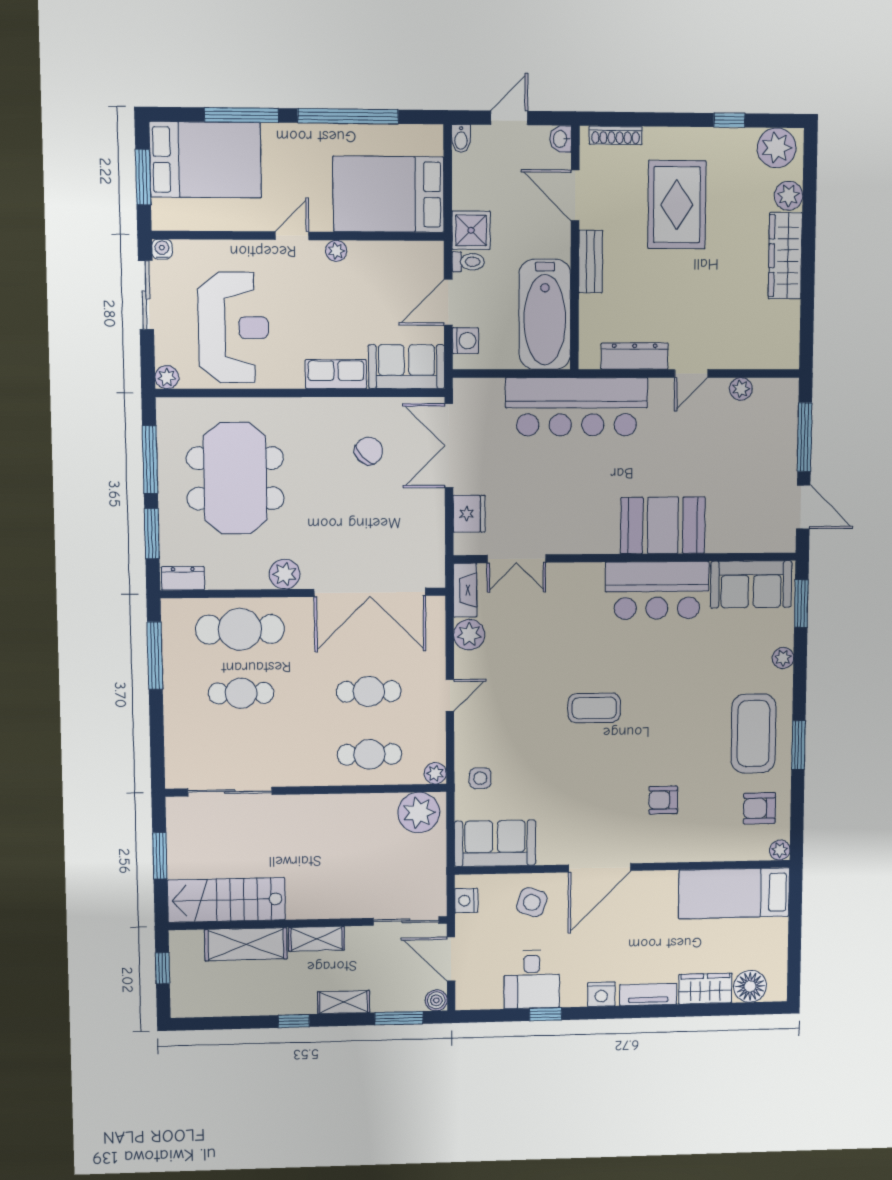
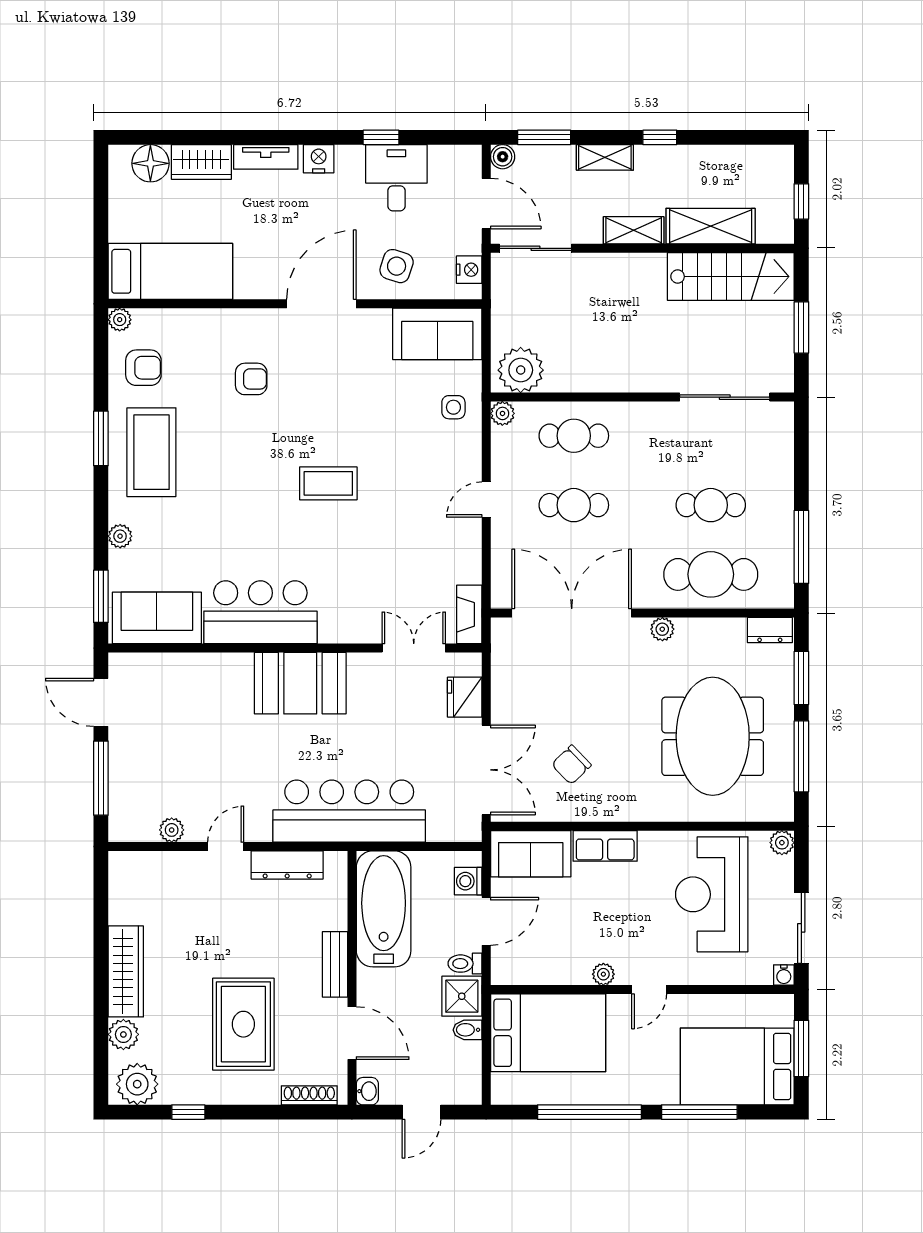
bidet: (461, 139) -> (467, 1030), moved, turned -90
booth: (663, 525) -> (300, 683), moved
plant: (285, 574) -> (662, 629), width x0.73, depth x0.73
plant: (469, 635) -> (465, 566), removed

